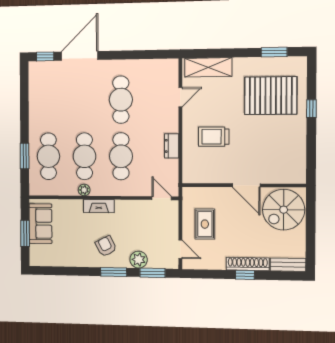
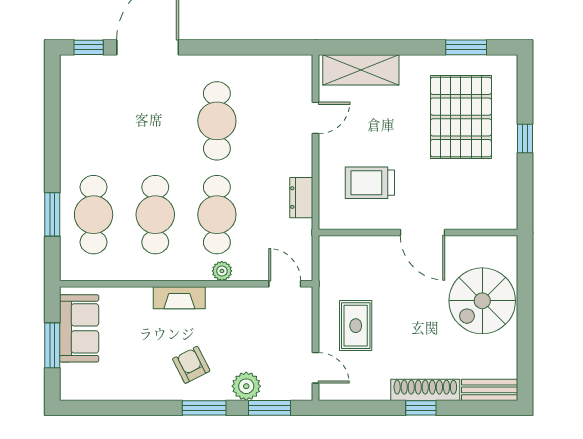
pallet: (271, 96) -> (461, 117), turned 90
wall: (243, 185) -> (418, 232), moved
door: (246, 185) -> (423, 232), moved
plant: (84, 190) -> (222, 271), moved

